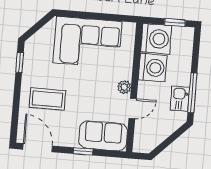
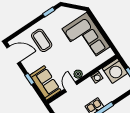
washing machine: (153, 68) -> (97, 77), width x0.53, depth x0.53
door: (133, 109) -> (71, 87), swing flipped
door: (38, 148) -> (13, 55), hinge flipped

